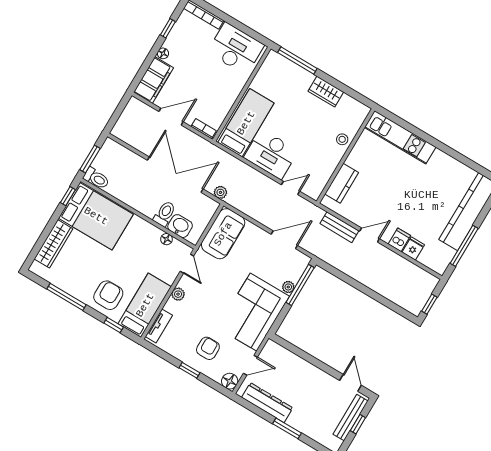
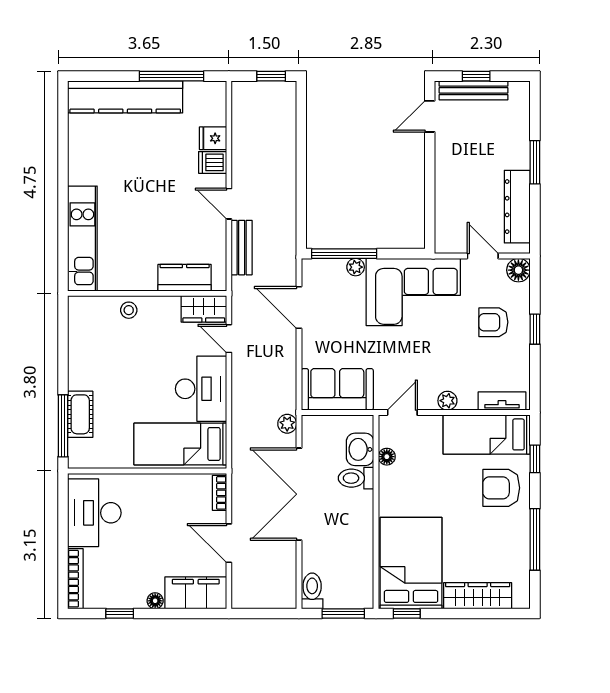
cot: (298, 75) -> (80, 414), added
wardrobe: (326, 92) -> (204, 309), moved, turned 90
toilet: (96, 178) -> (312, 591), moved

